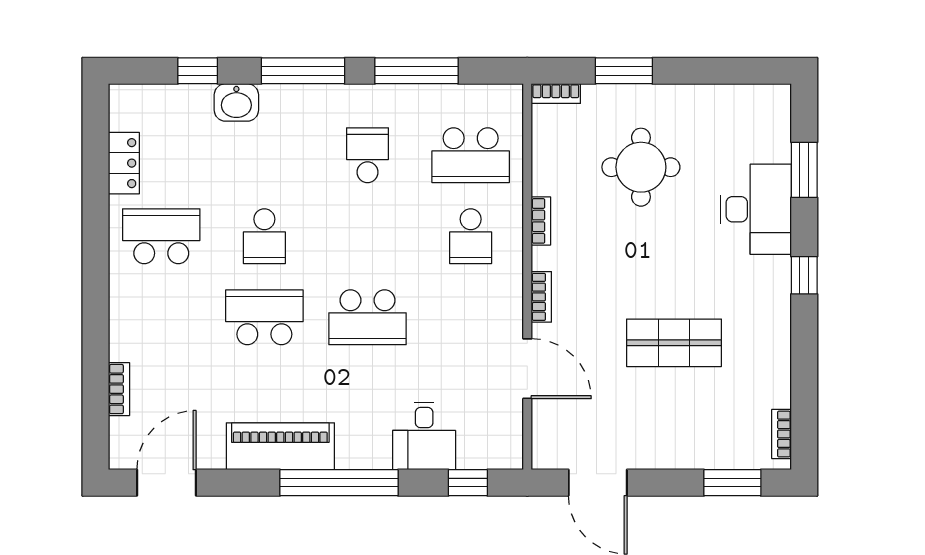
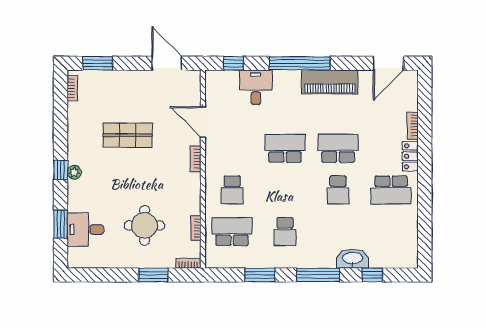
window: (416, 71) -> (260, 275), width x0.69
washbasin: (236, 102) -> (352, 259), width x1.38
locker: (124, 163) -> (410, 156), moved
desk: (756, 209) -> (85, 229), moved, width x0.73
bookcase: (541, 221) -> (196, 228), moved
school desk: (264, 236) -> (338, 190), turned 180
school desk: (471, 236) -> (232, 190), turned 180
plant: (778, 270) -> (74, 172), added
school desk: (264, 317) -> (338, 148), turned 180
bookcase: (119, 389) -> (413, 126), moved

